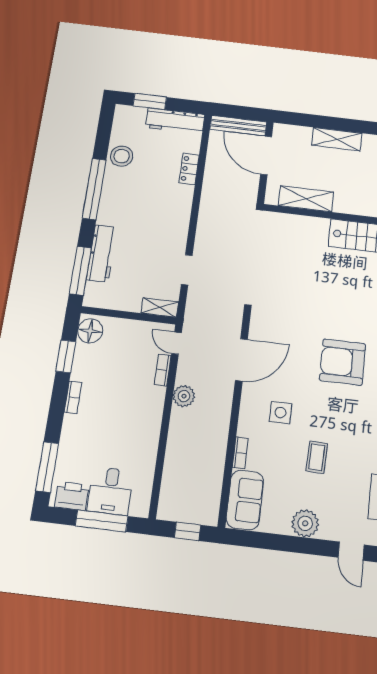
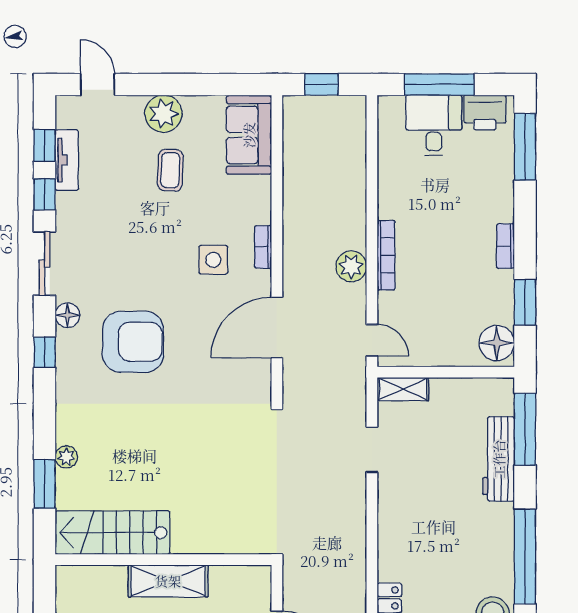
shelving: (306, 199) -> (168, 581), moved
bookcase: (163, 370) -> (386, 255), moved, width x1.56
bookcase: (240, 453) -> (263, 247), moved
coffee table: (317, 457) -> (170, 170), moved

